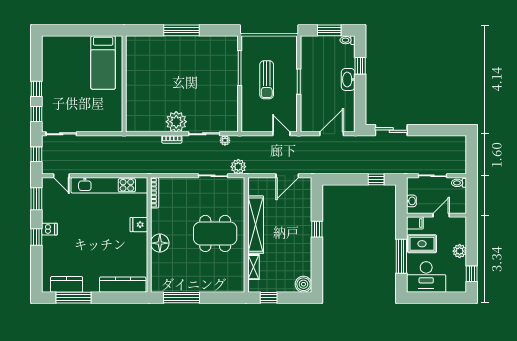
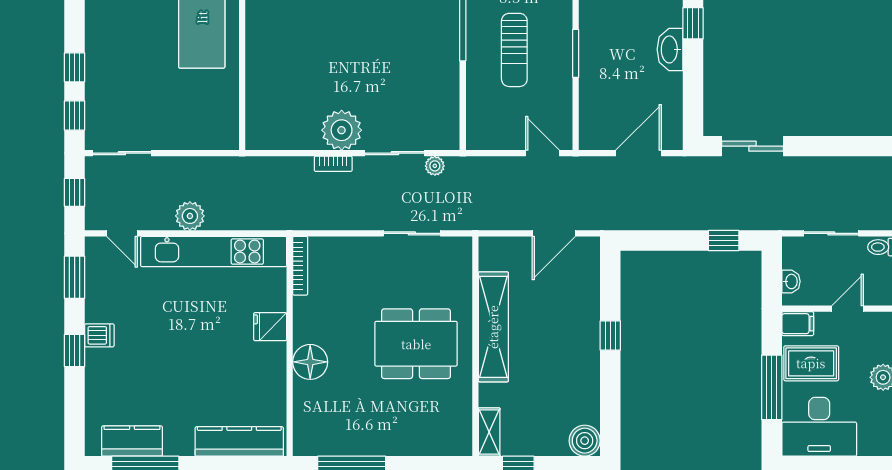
plant: (238, 167) -> (190, 216), moved
shelving: (253, 267) -> (489, 432), moved

